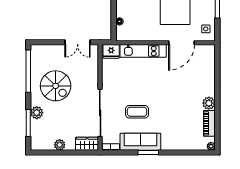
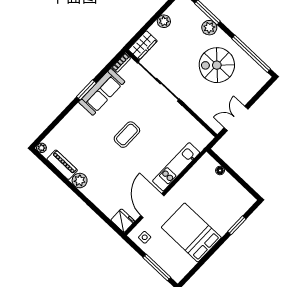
fridge: (111, 51) -> (123, 221), moved, turned 90
coffee table: (137, 112) -> (127, 135), moved

